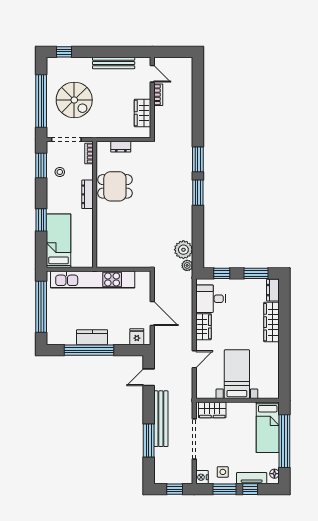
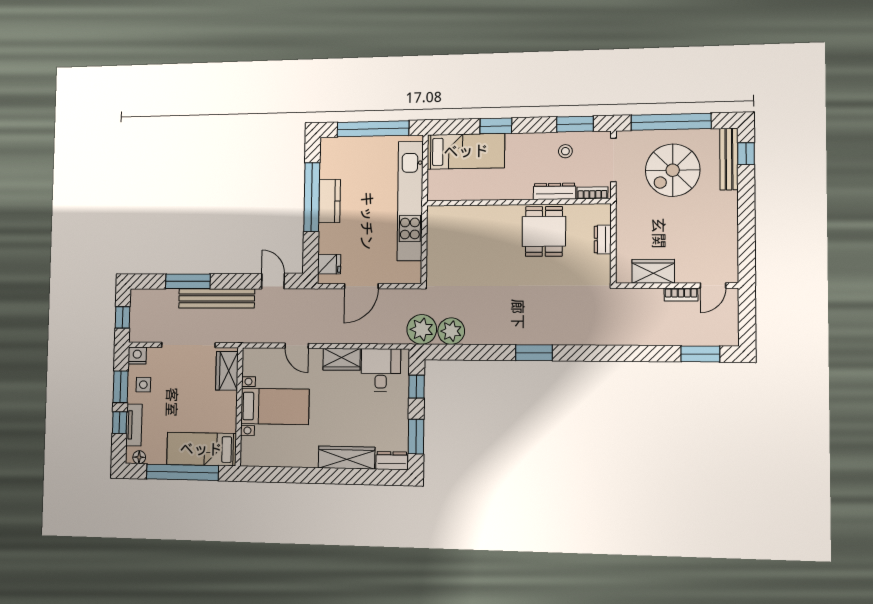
bench: (114, 63) -> (729, 159), moved
window: (198, 159) -> (700, 354), moved
dresser: (87, 194) -> (554, 191), moved
plant: (187, 265) -> (422, 329), width x1.88, depth x1.88

